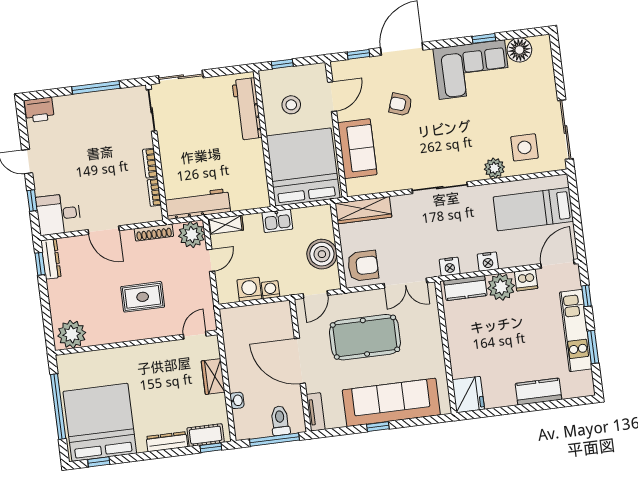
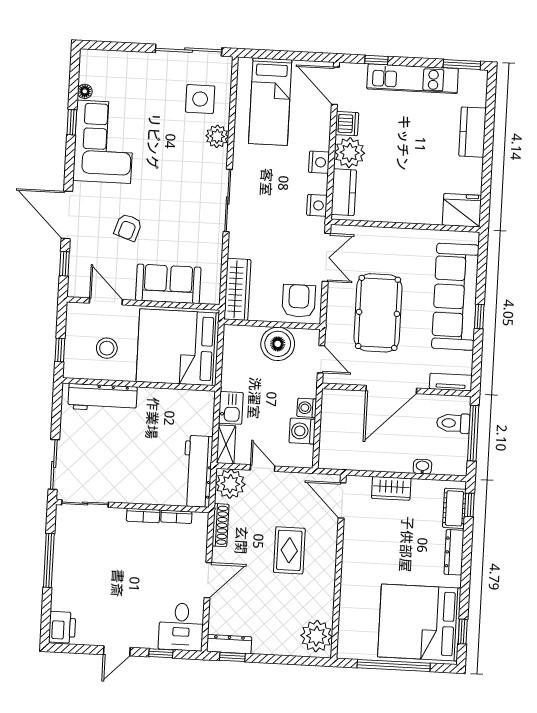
floor lamp: (519, 50) -> (85, 91), width x0.53, depth x0.53
kitchen sink: (277, 221) -> (231, 408), moved
door: (195, 335) -> (342, 500), width x1.38
window: (593, 347) -> (462, 65), moved

